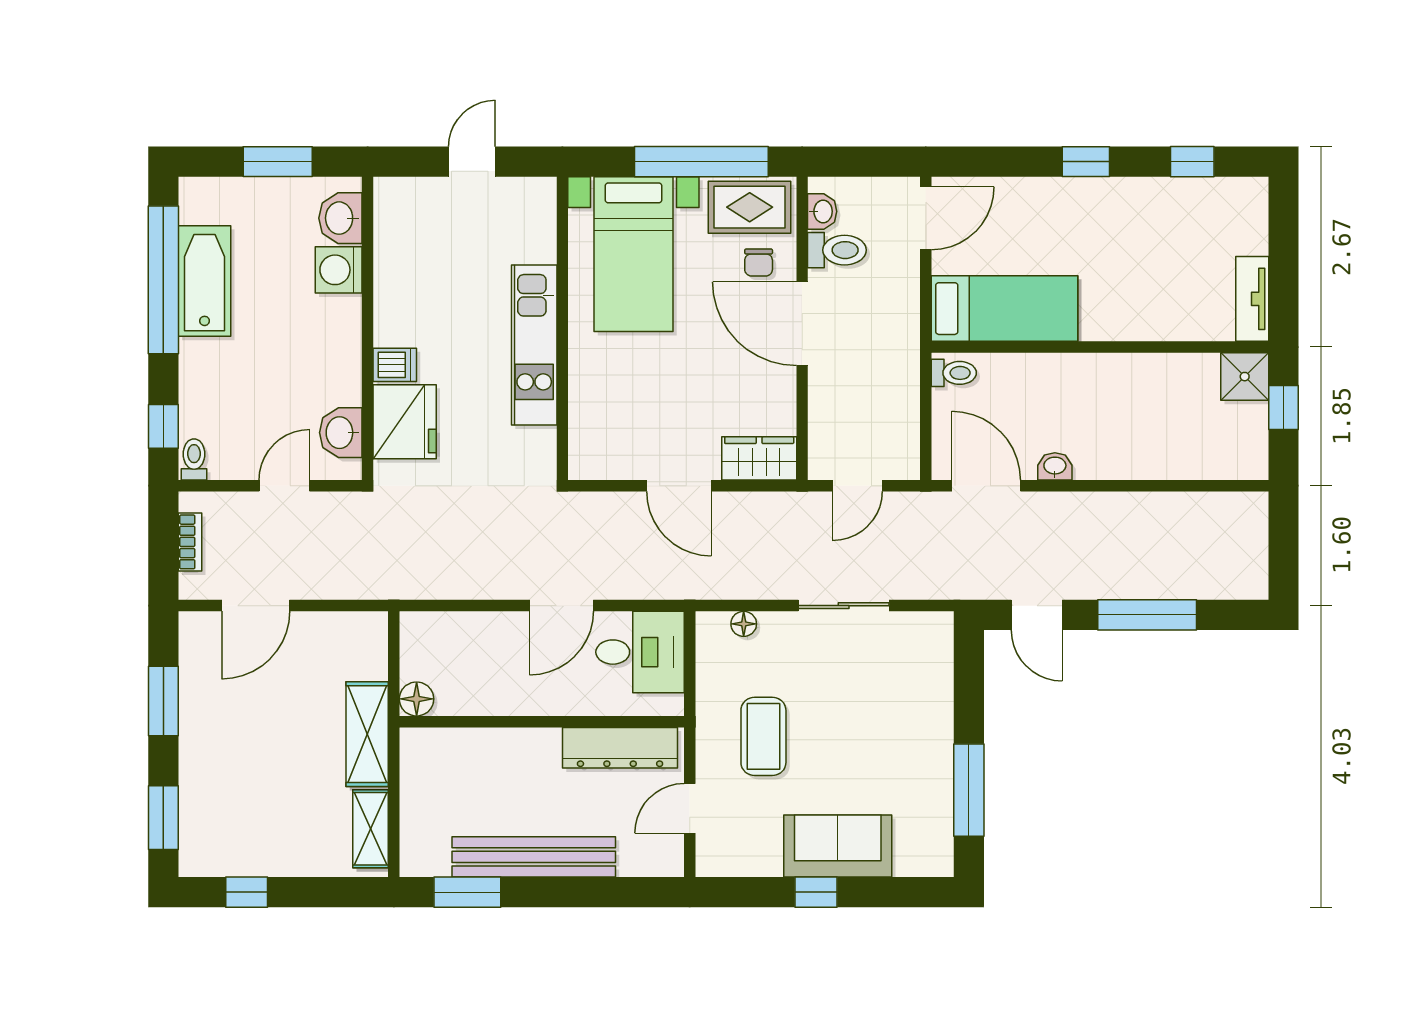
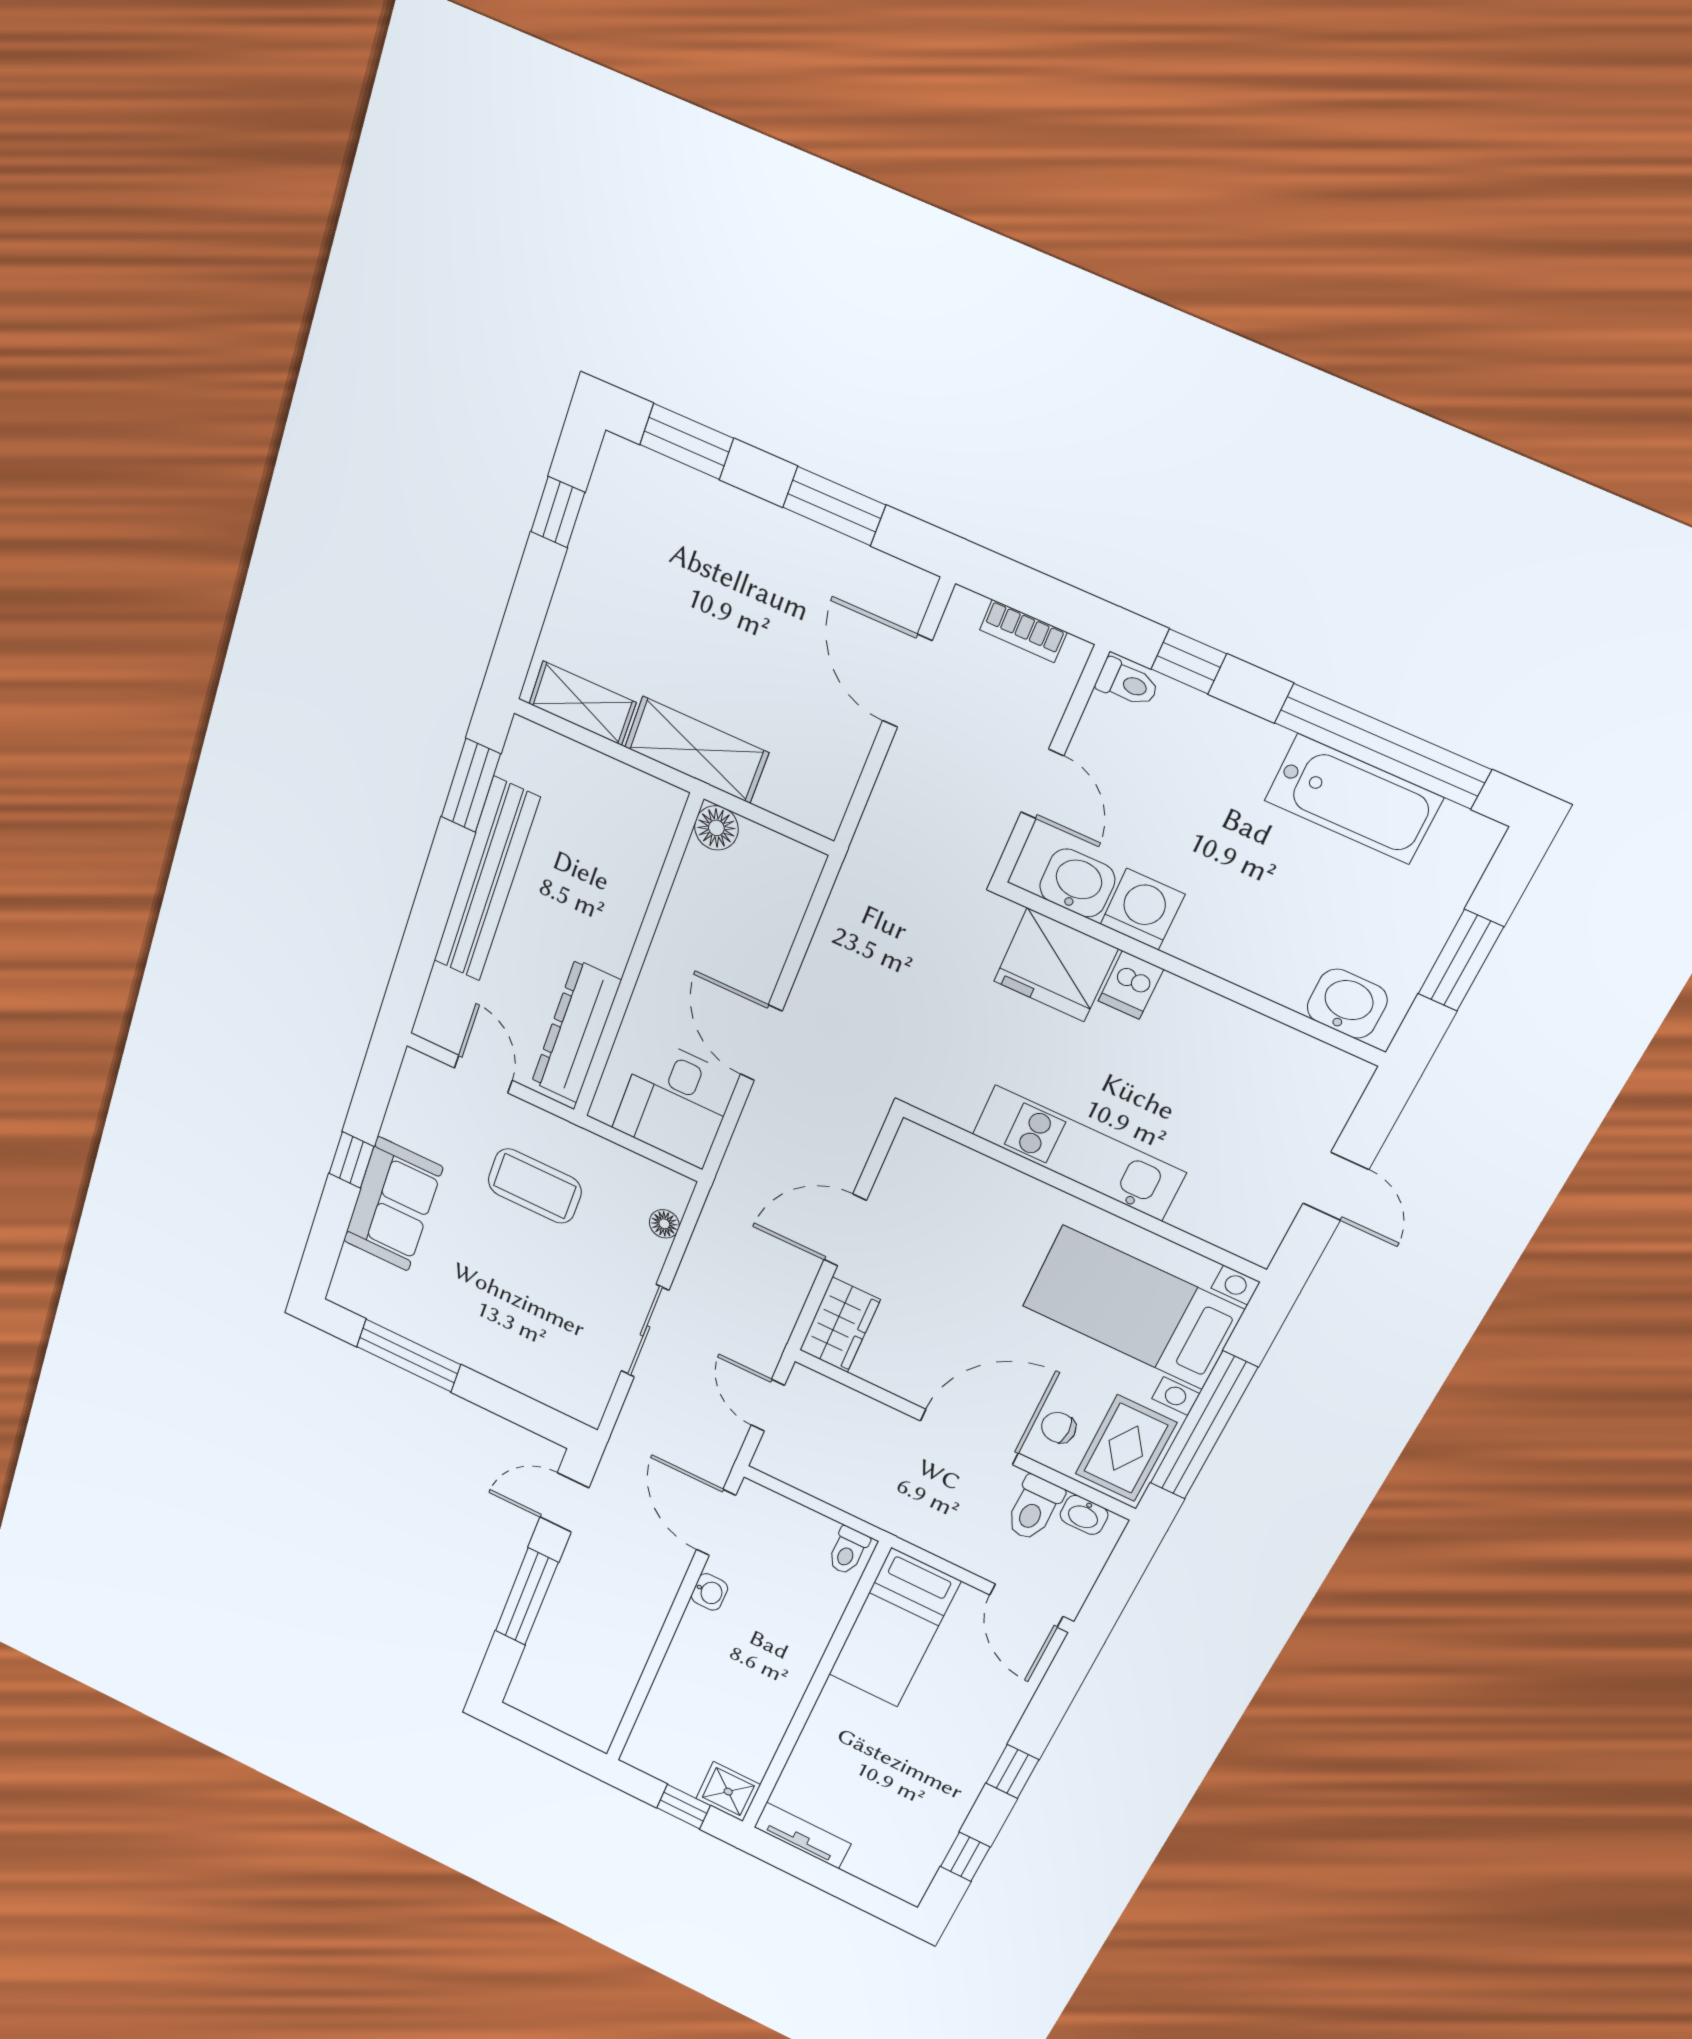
washing machine: (339, 270) -> (1142, 909), moved
door: (986, 486) -> (716, 1523), swing flipped

